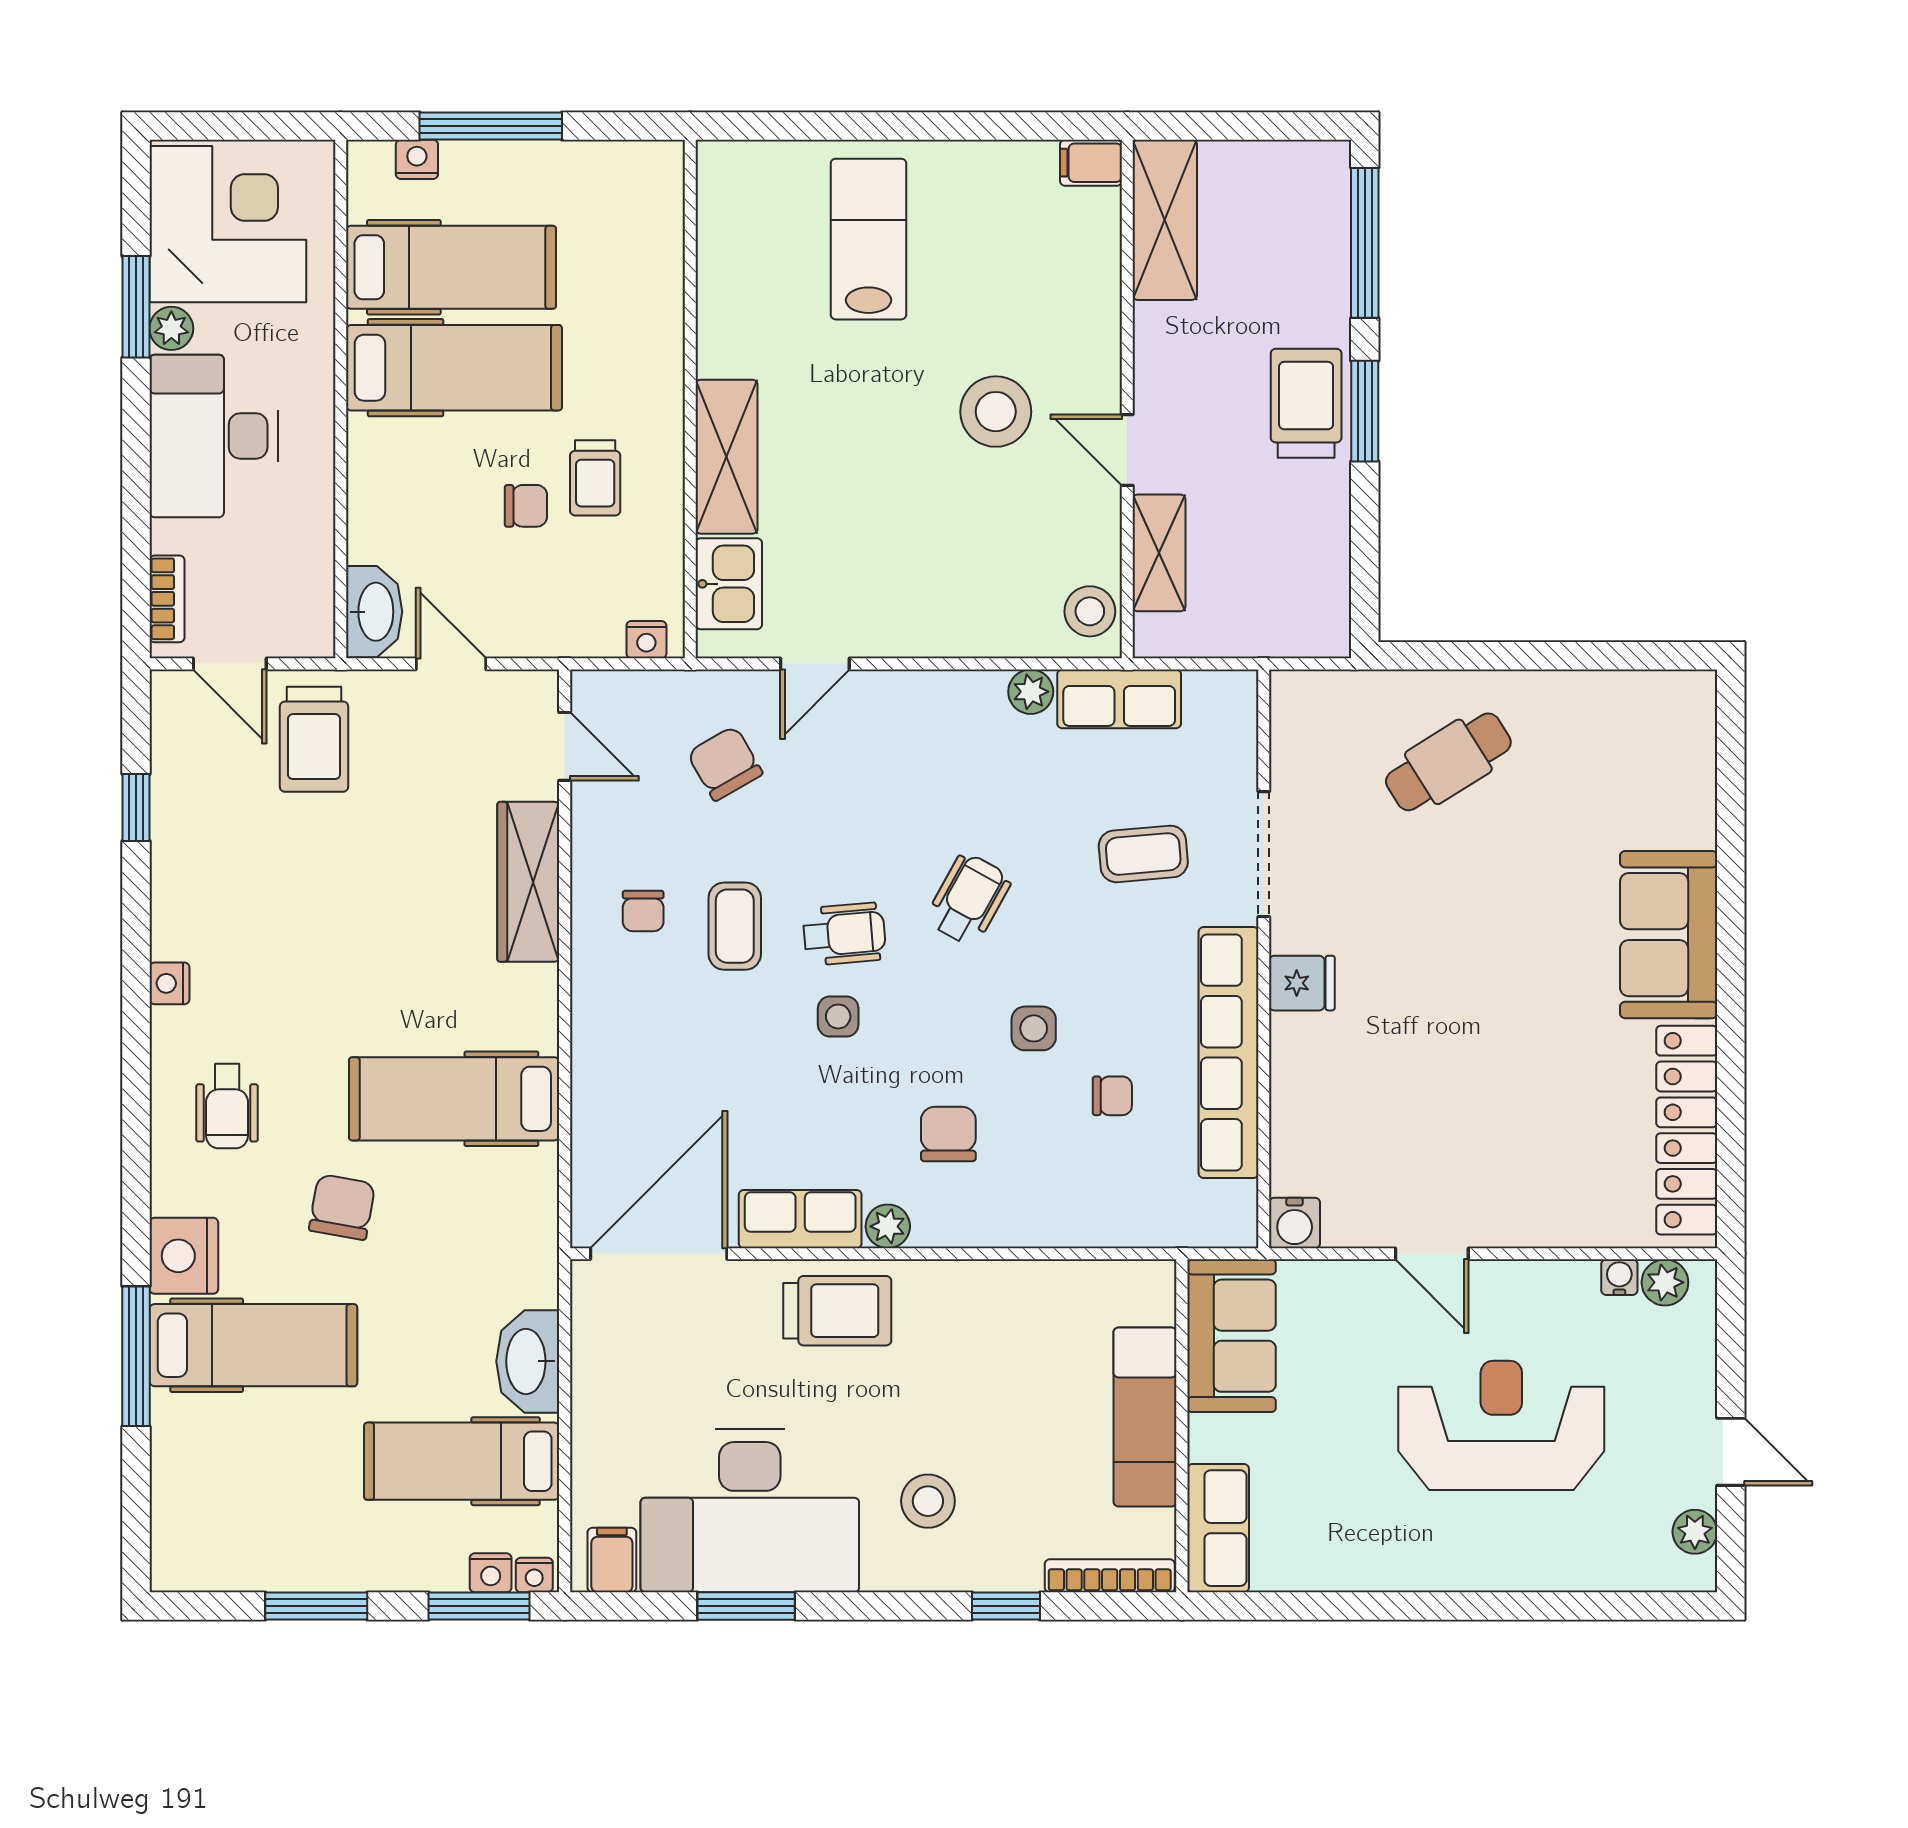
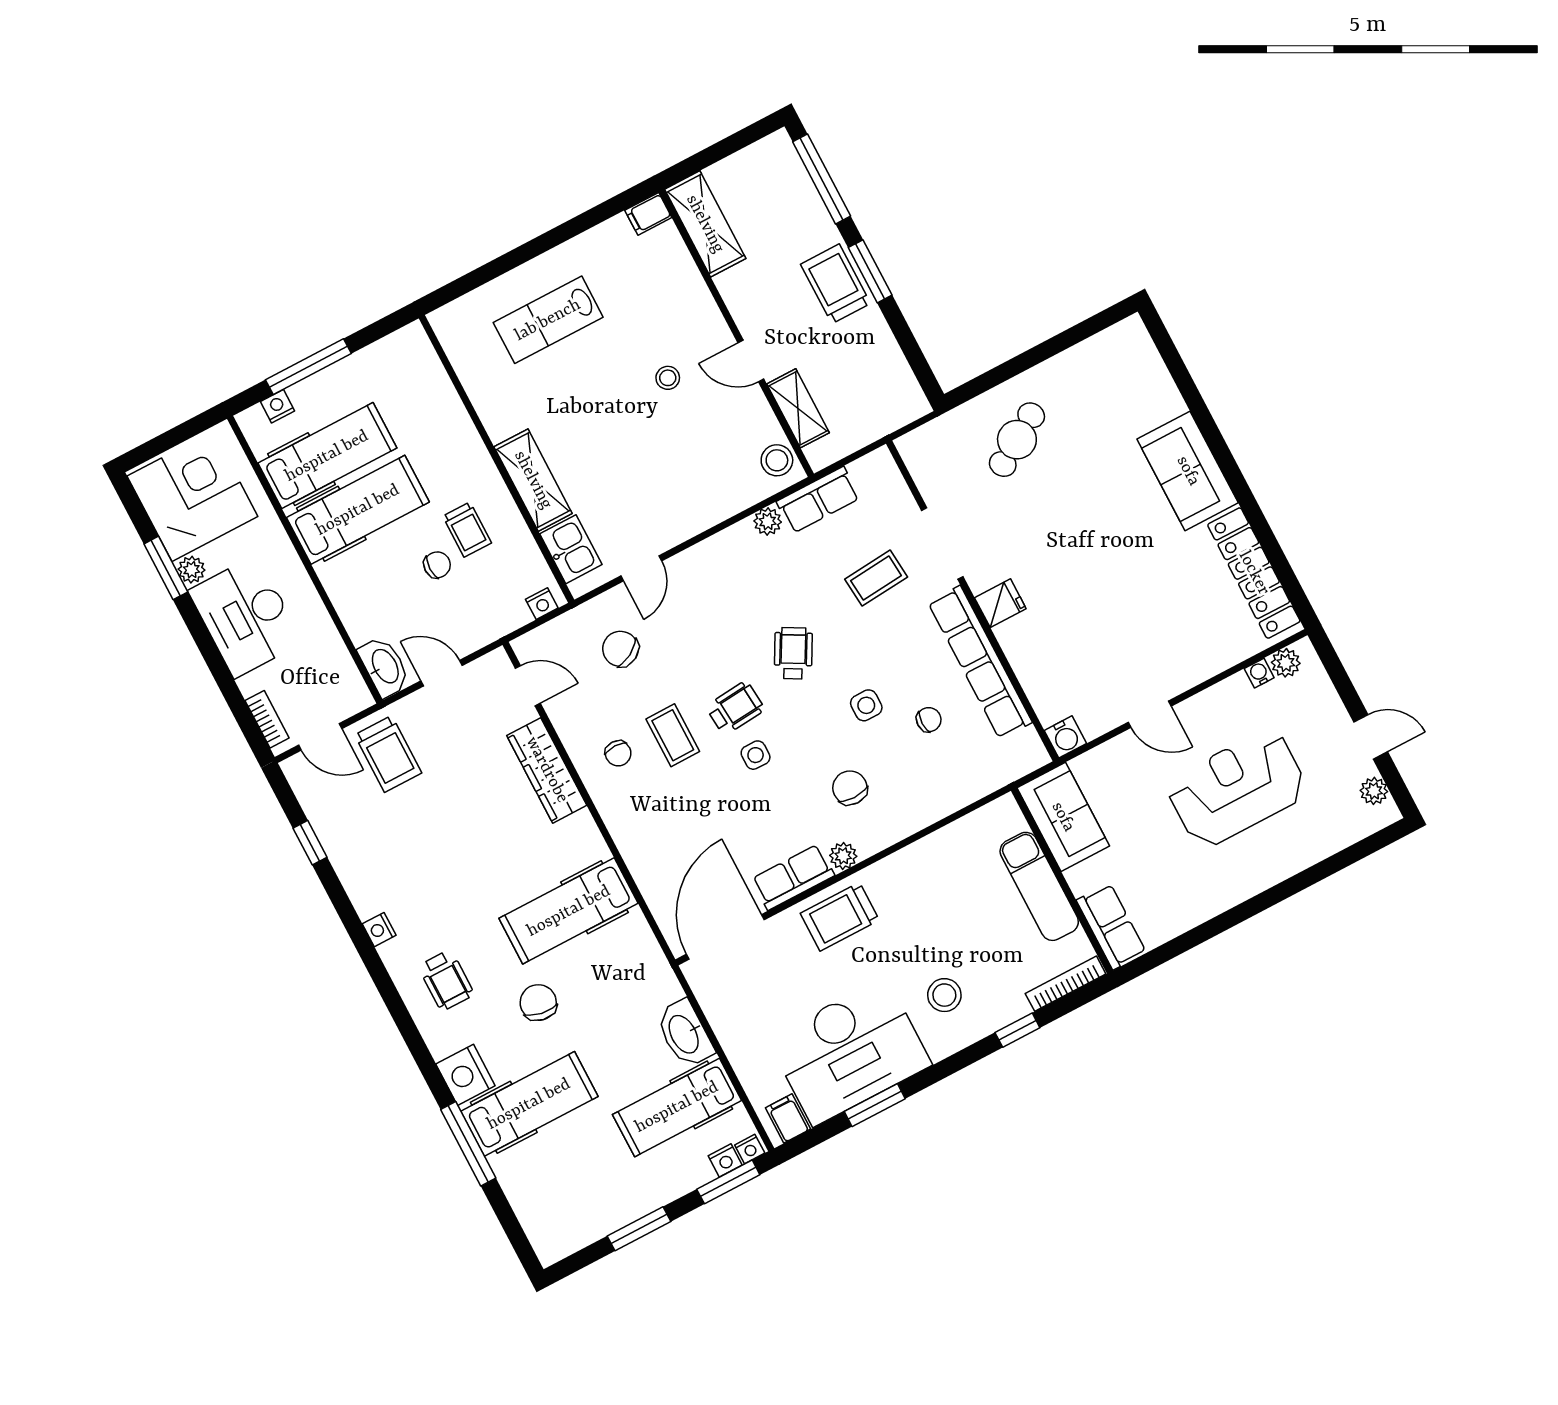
lab bench: (868, 239) -> (548, 320), turned -90
stool: (996, 412) -> (668, 378), width x0.53, depth x0.53
trolley: (837, 1311) -> (840, 917), turned 180

